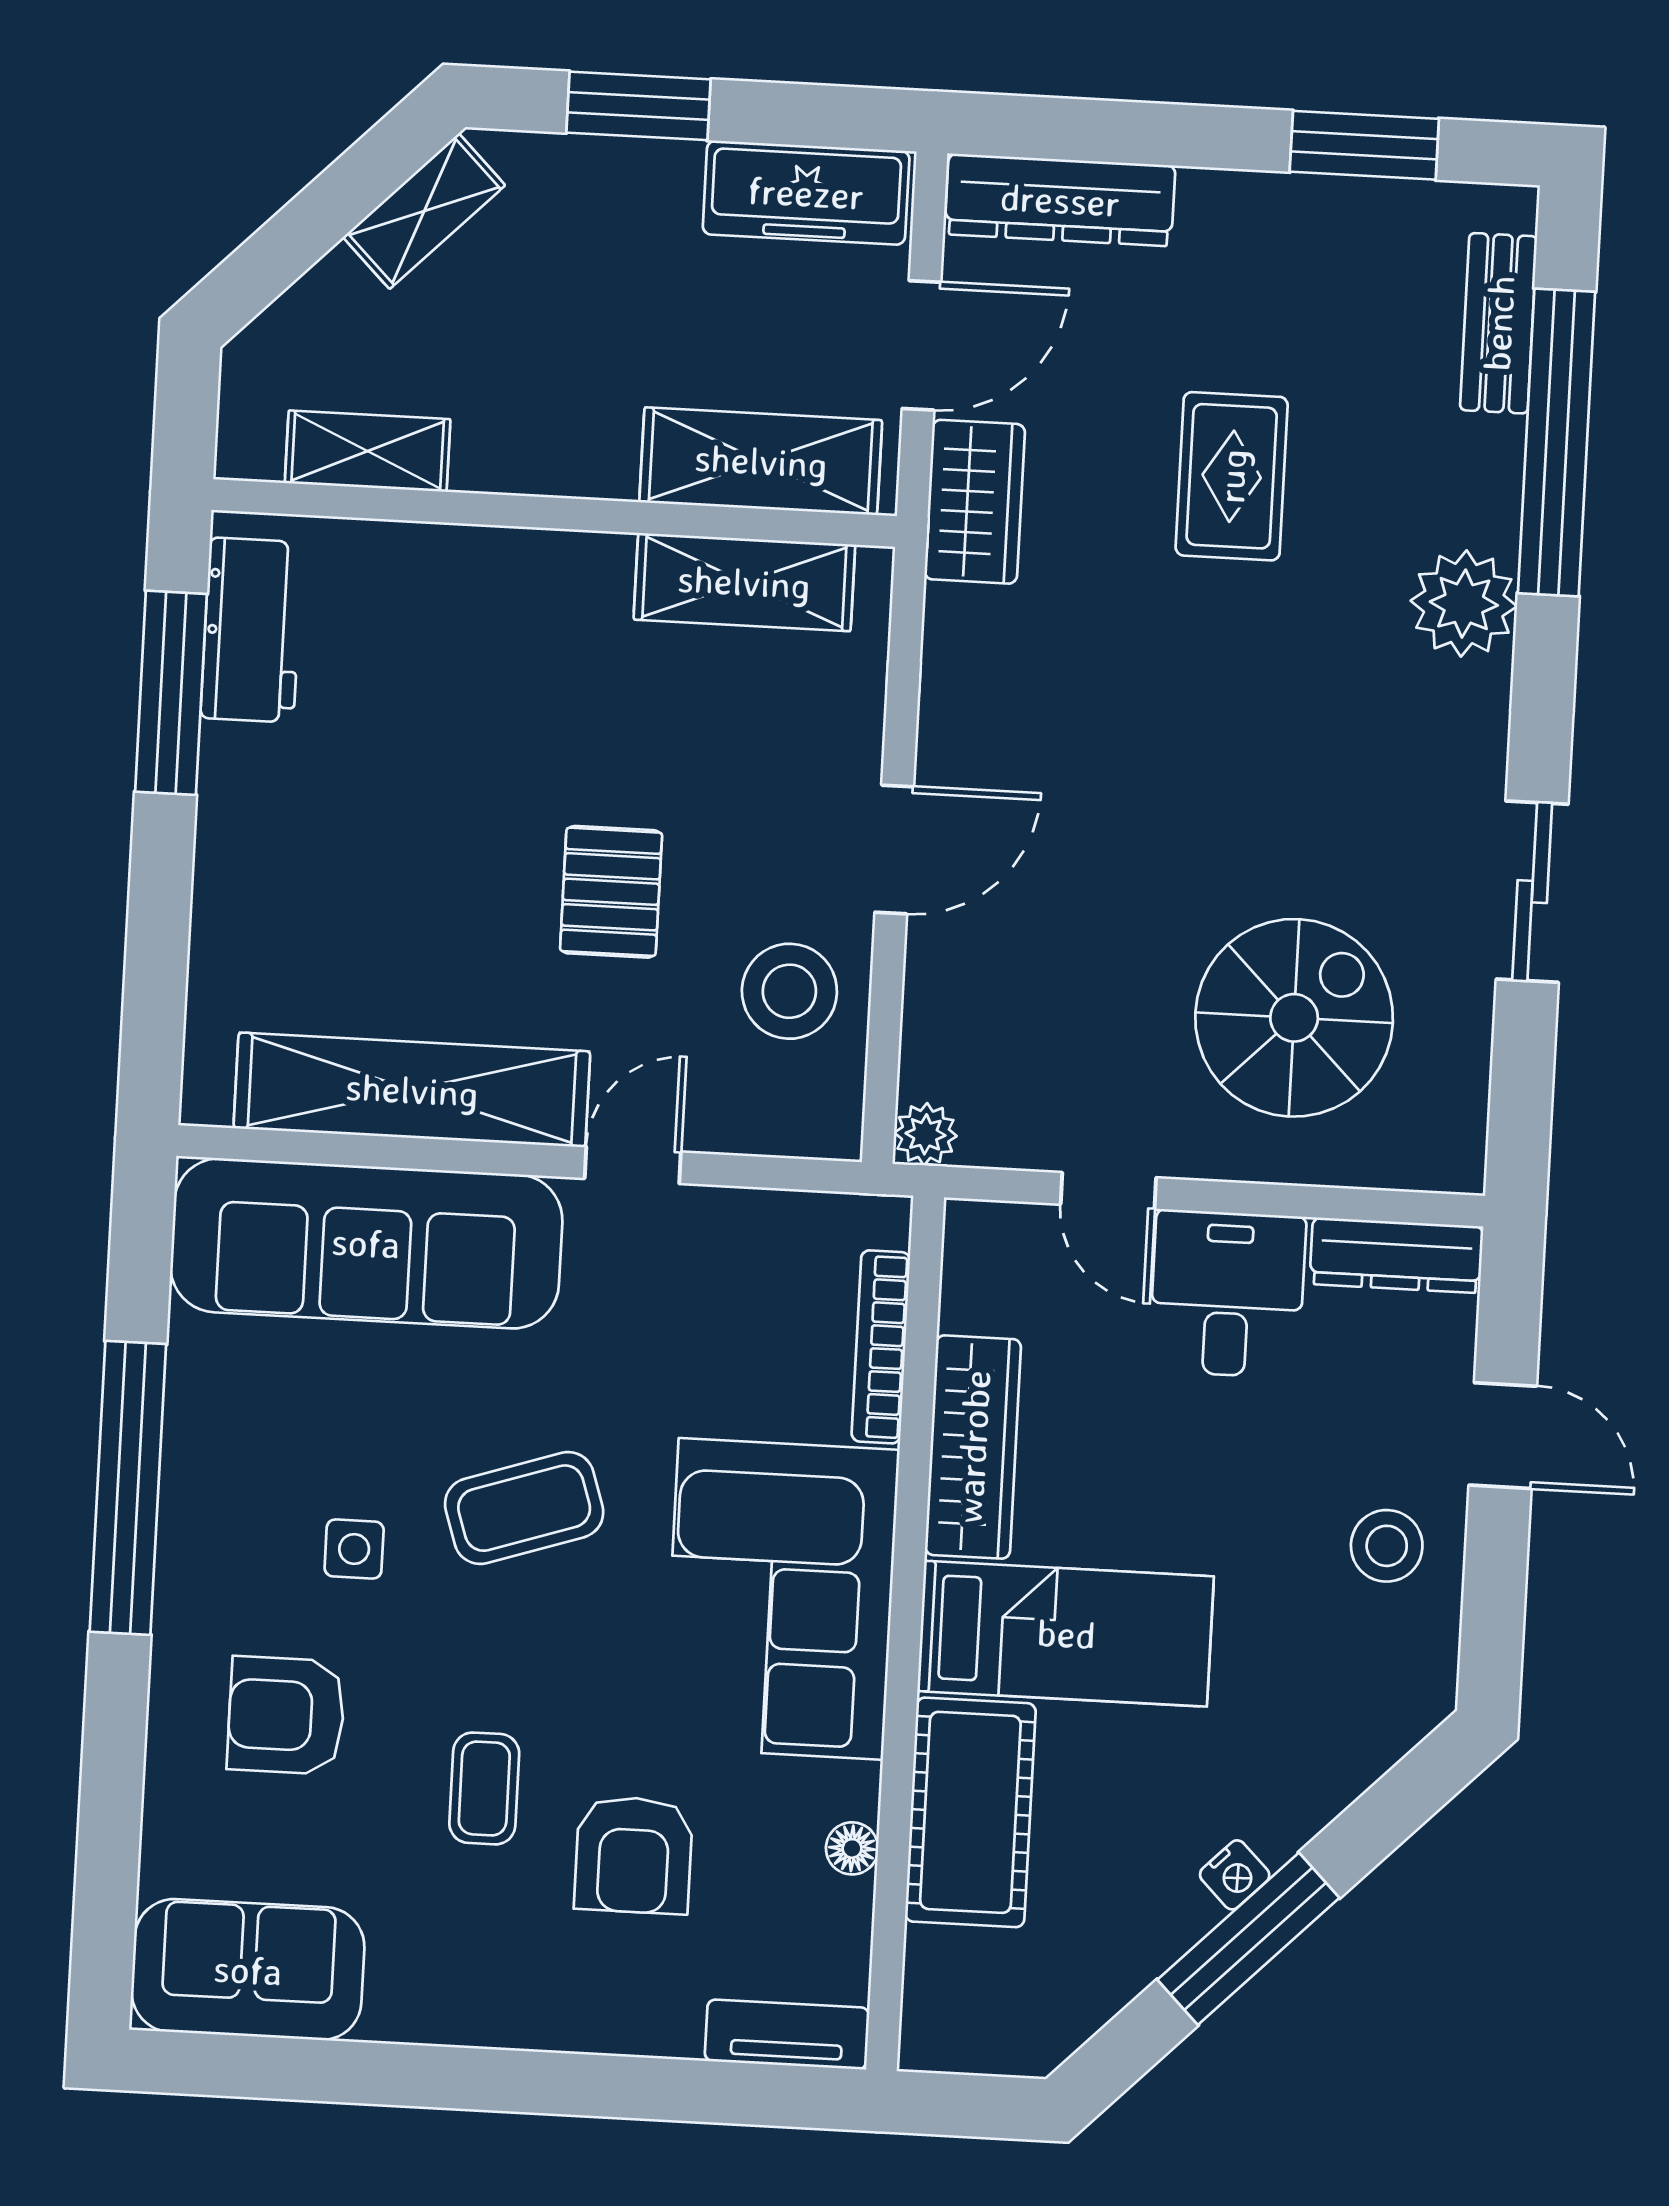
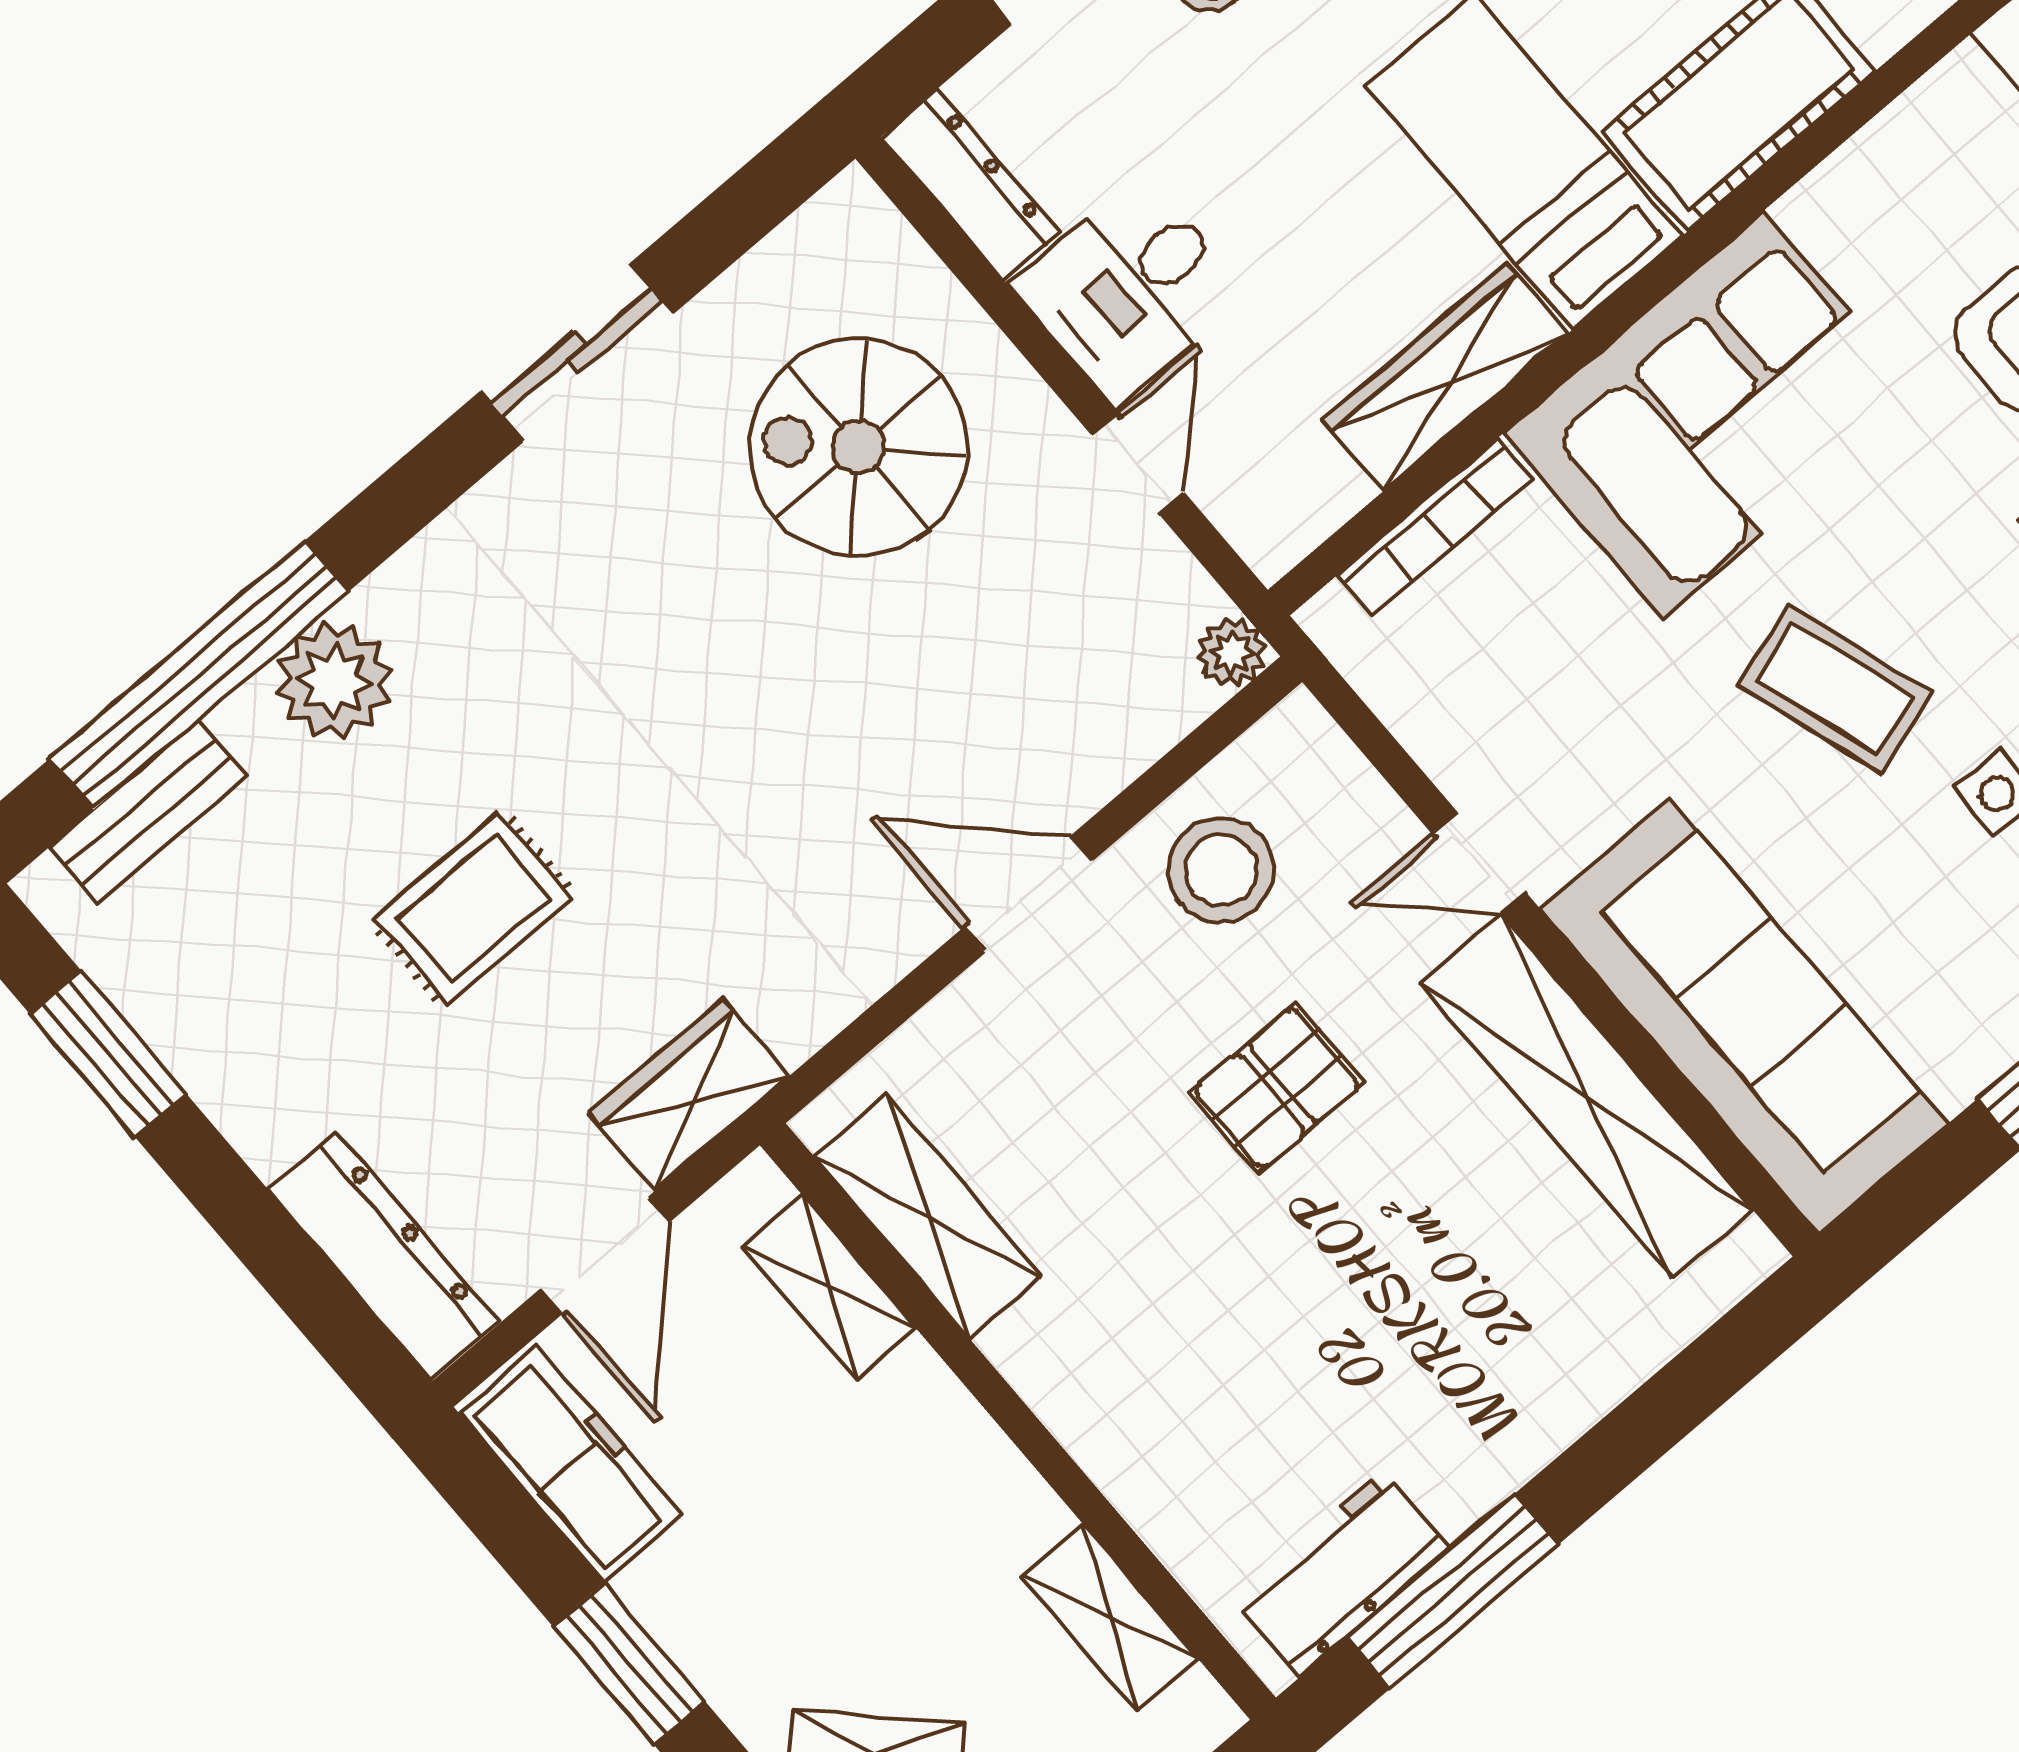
door: (921, 345) -> (605, 1256), swing flipped
shelving: (761, 461) -> (829, 1287), width x0.67, depth x0.75
plant: (1464, 604) -> (334, 681), moved
floor lamp: (852, 1848) -> (1858, 168), removed

